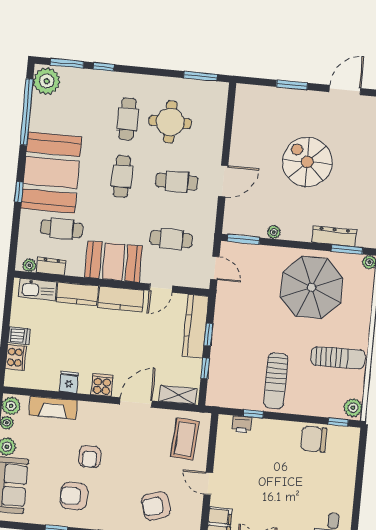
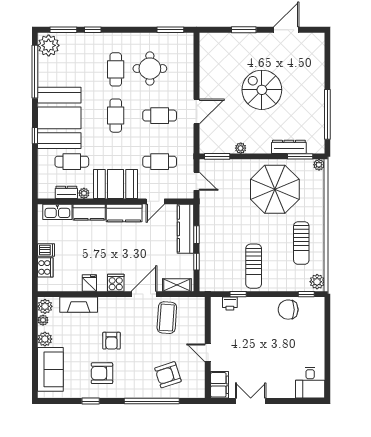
plant: (29, 265) -> (84, 193), moved
sun lounger: (338, 358) -> (301, 243), turned 91
coffee table: (185, 439) -> (167, 318), moved

